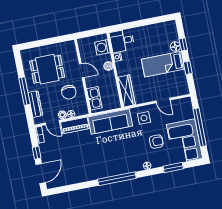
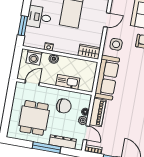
window: (128, 26) -> (23, 26), added
desk: (122, 41) -> (39, 17), moved, turned 90
door: (82, 71) -> (32, 83), moved
wardrobe: (127, 91) -> (89, 52), width x0.67
kitchen sink: (94, 98) -> (68, 82), moved
door: (52, 123) -> (86, 133), hinge flipped

